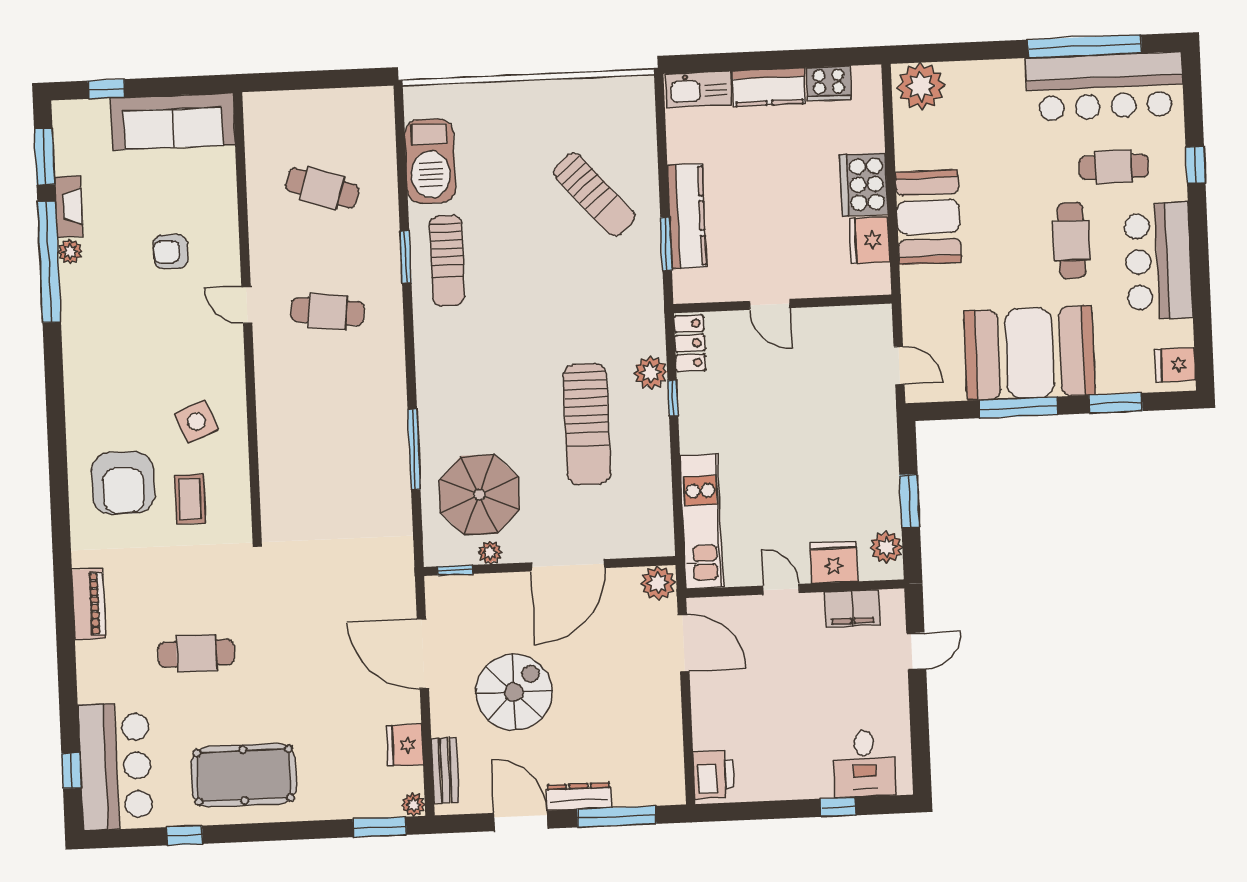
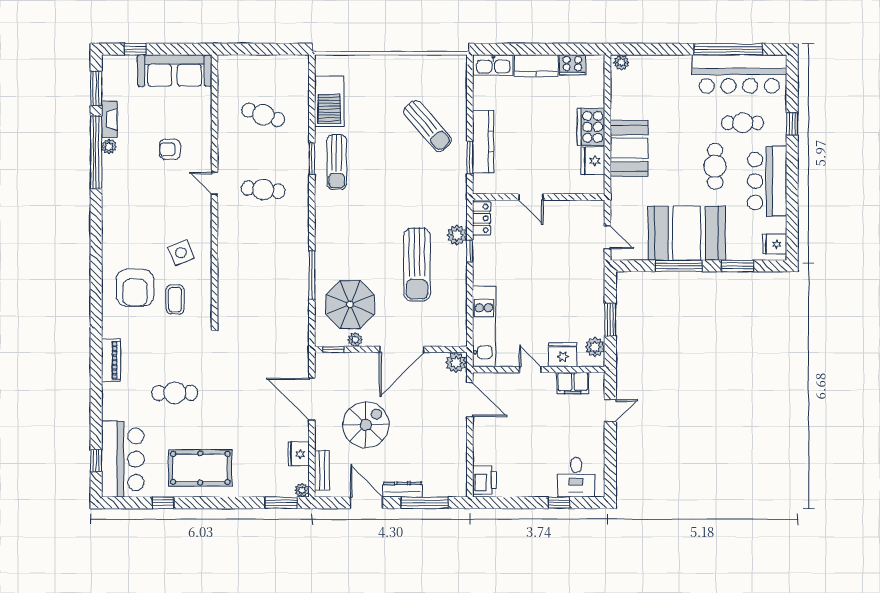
plant: (921, 86) -> (621, 62), width x0.53, depth x0.53

